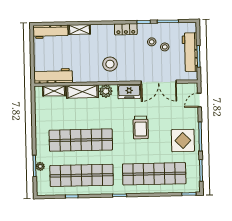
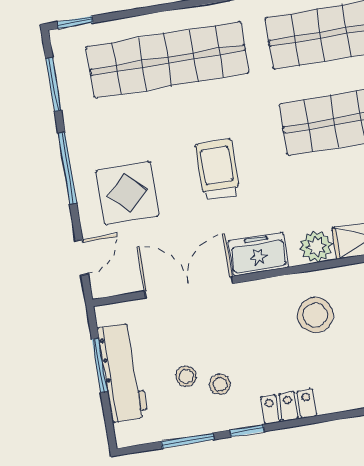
display table: (183, 140) -> (127, 193), moved

